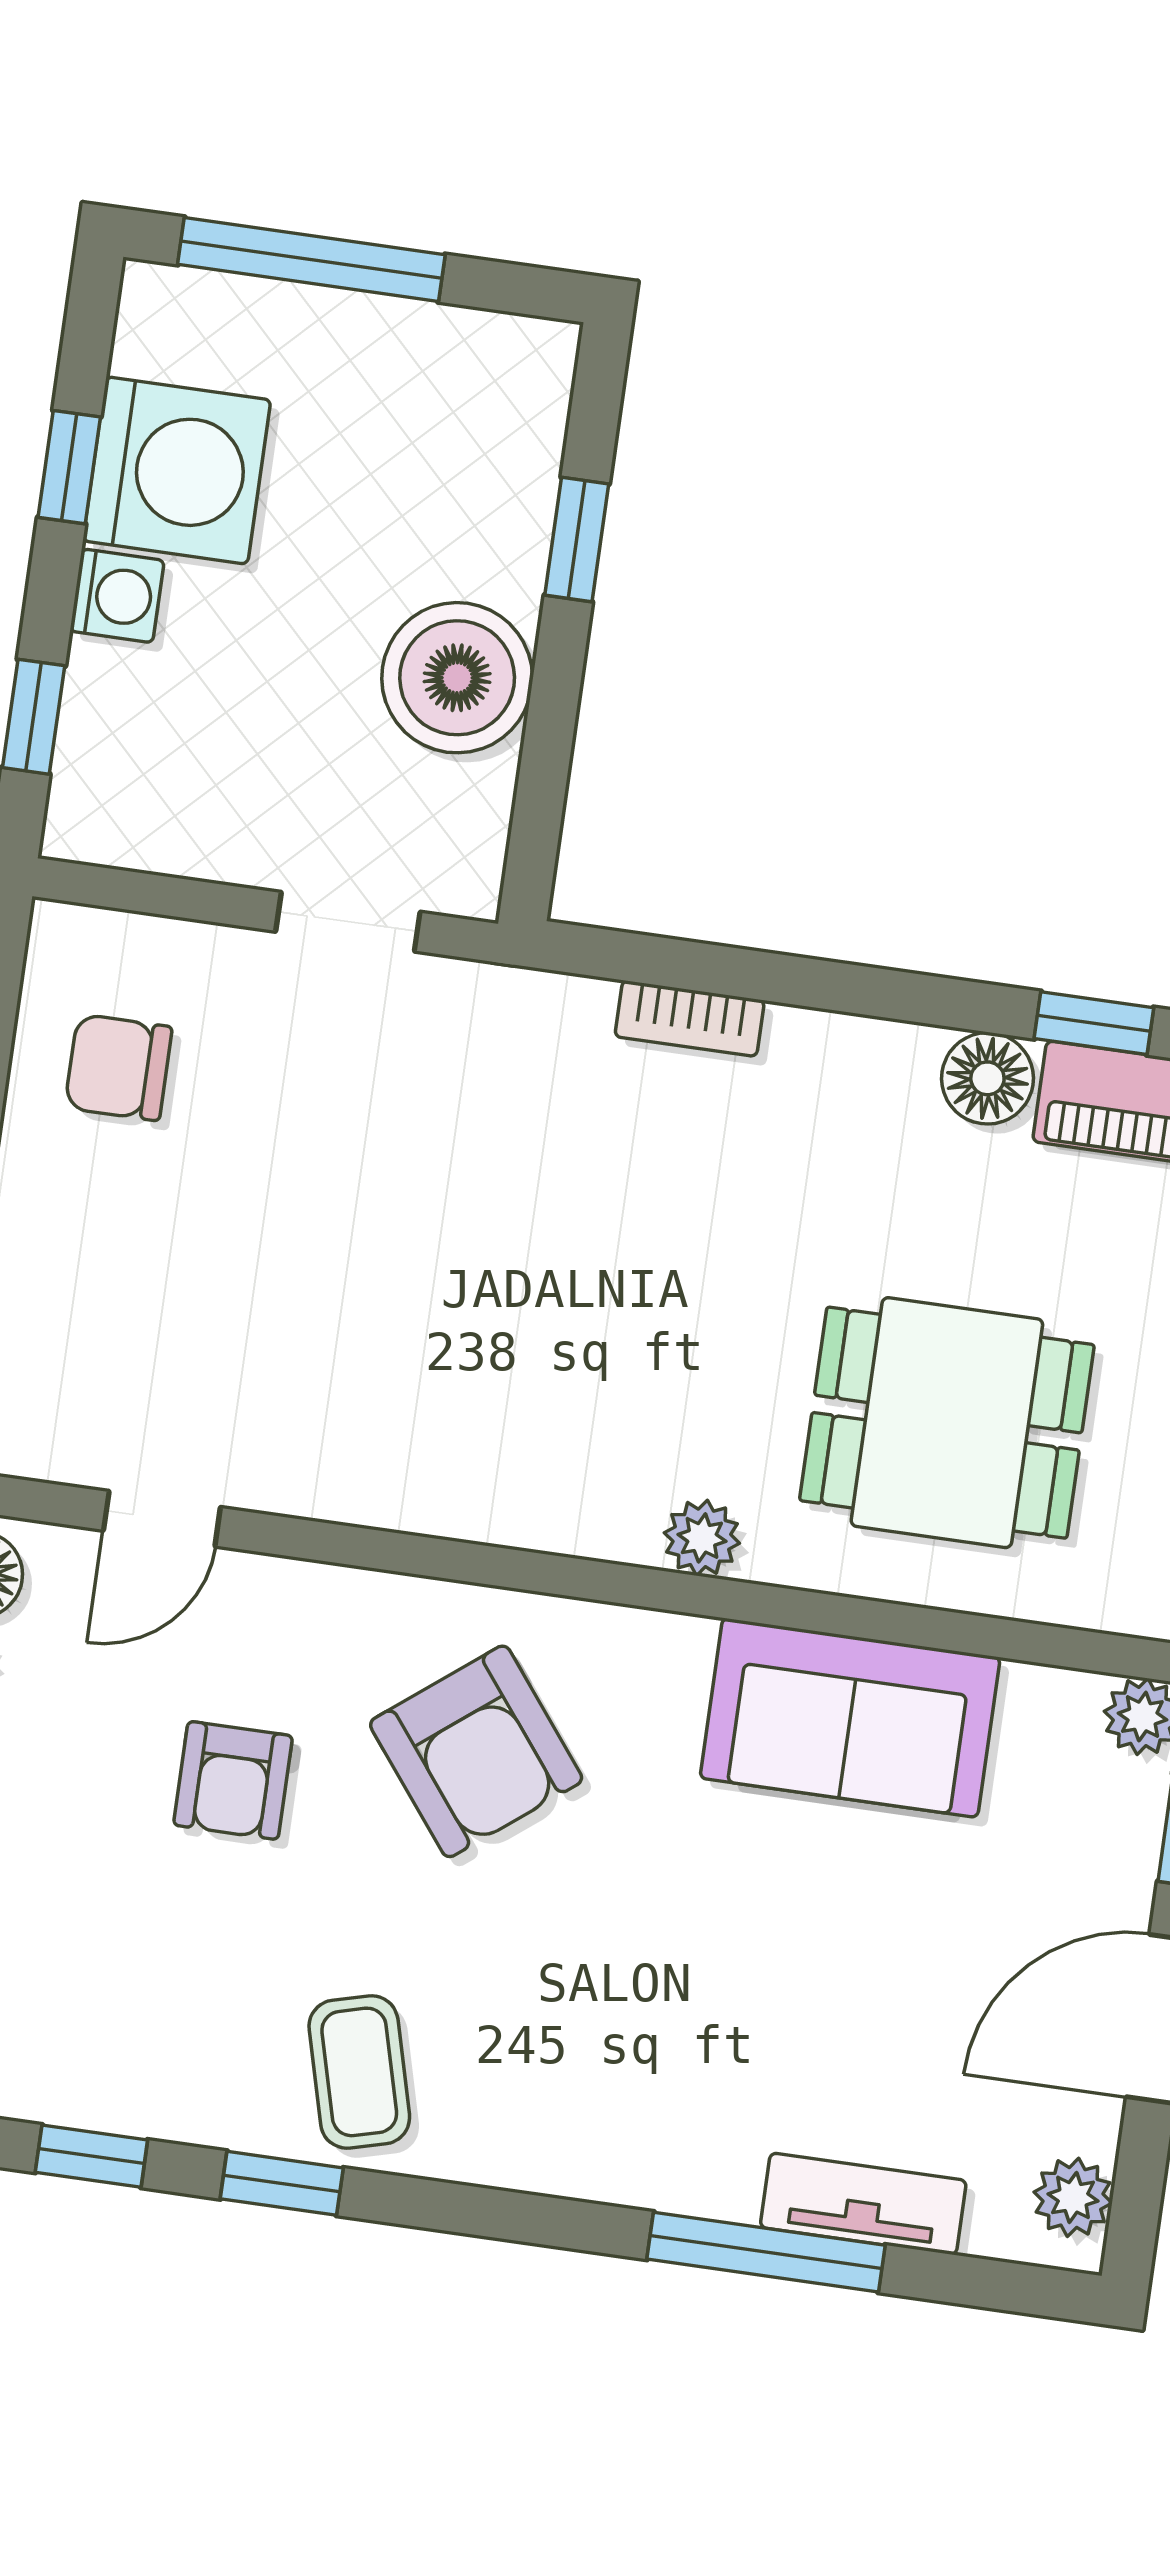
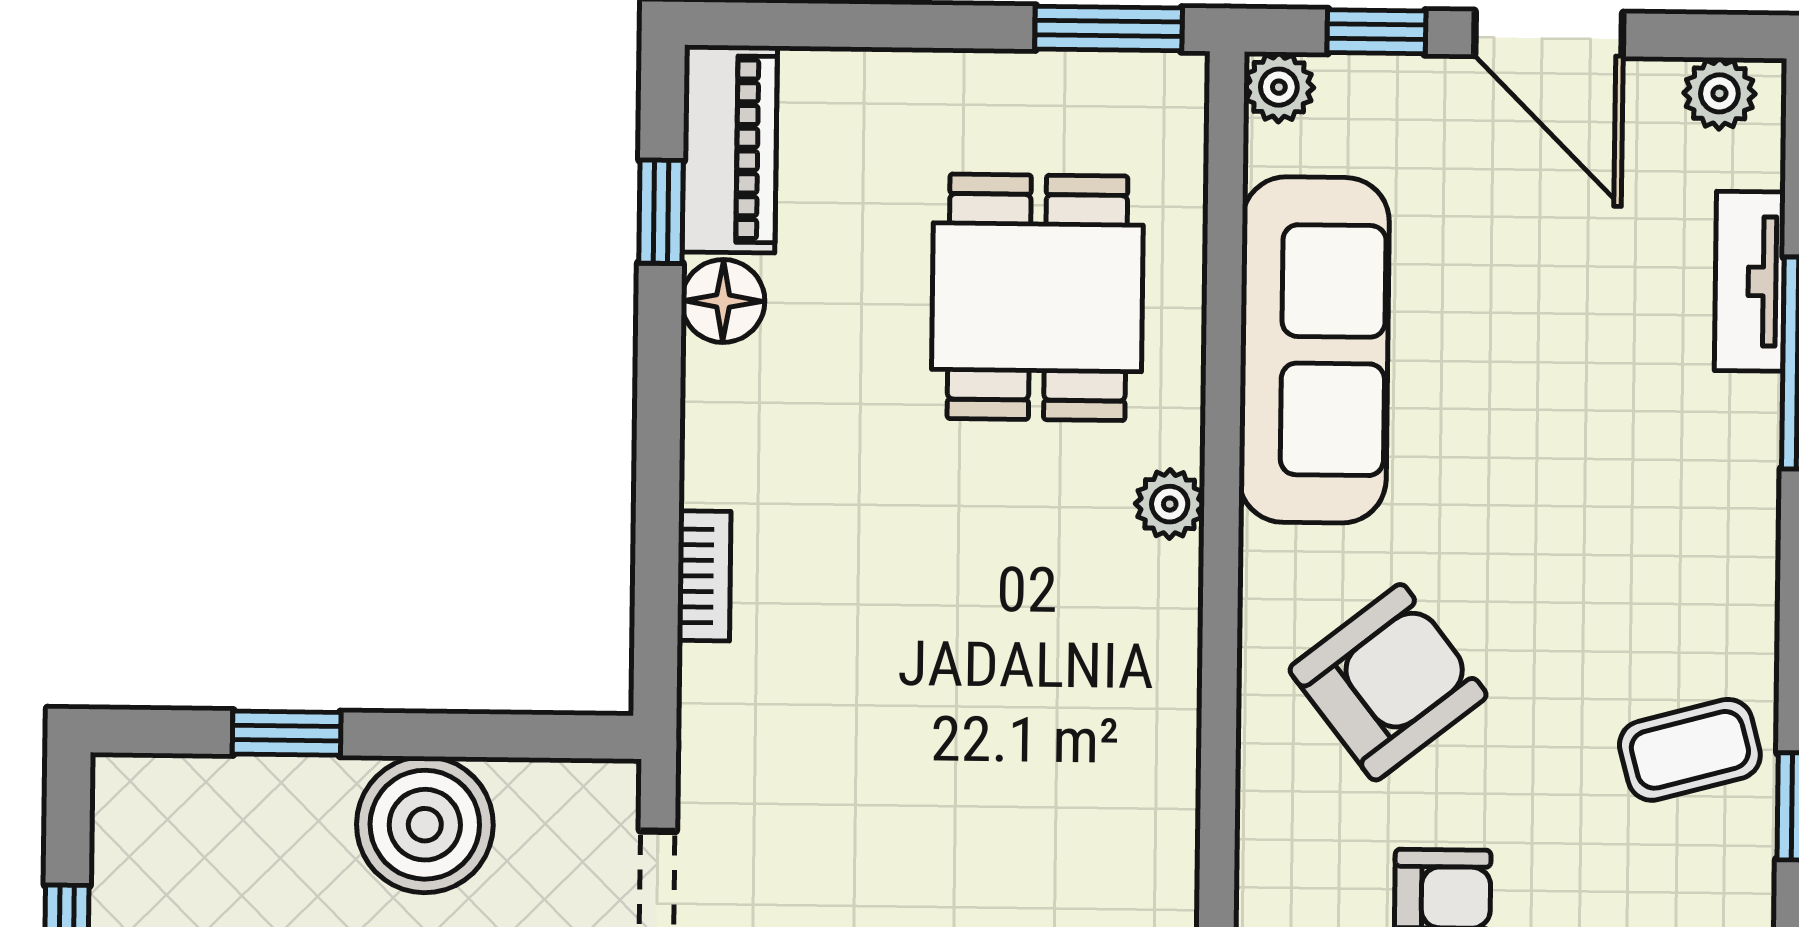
sofa: (850, 1718) -> (1314, 350), width x1.36

